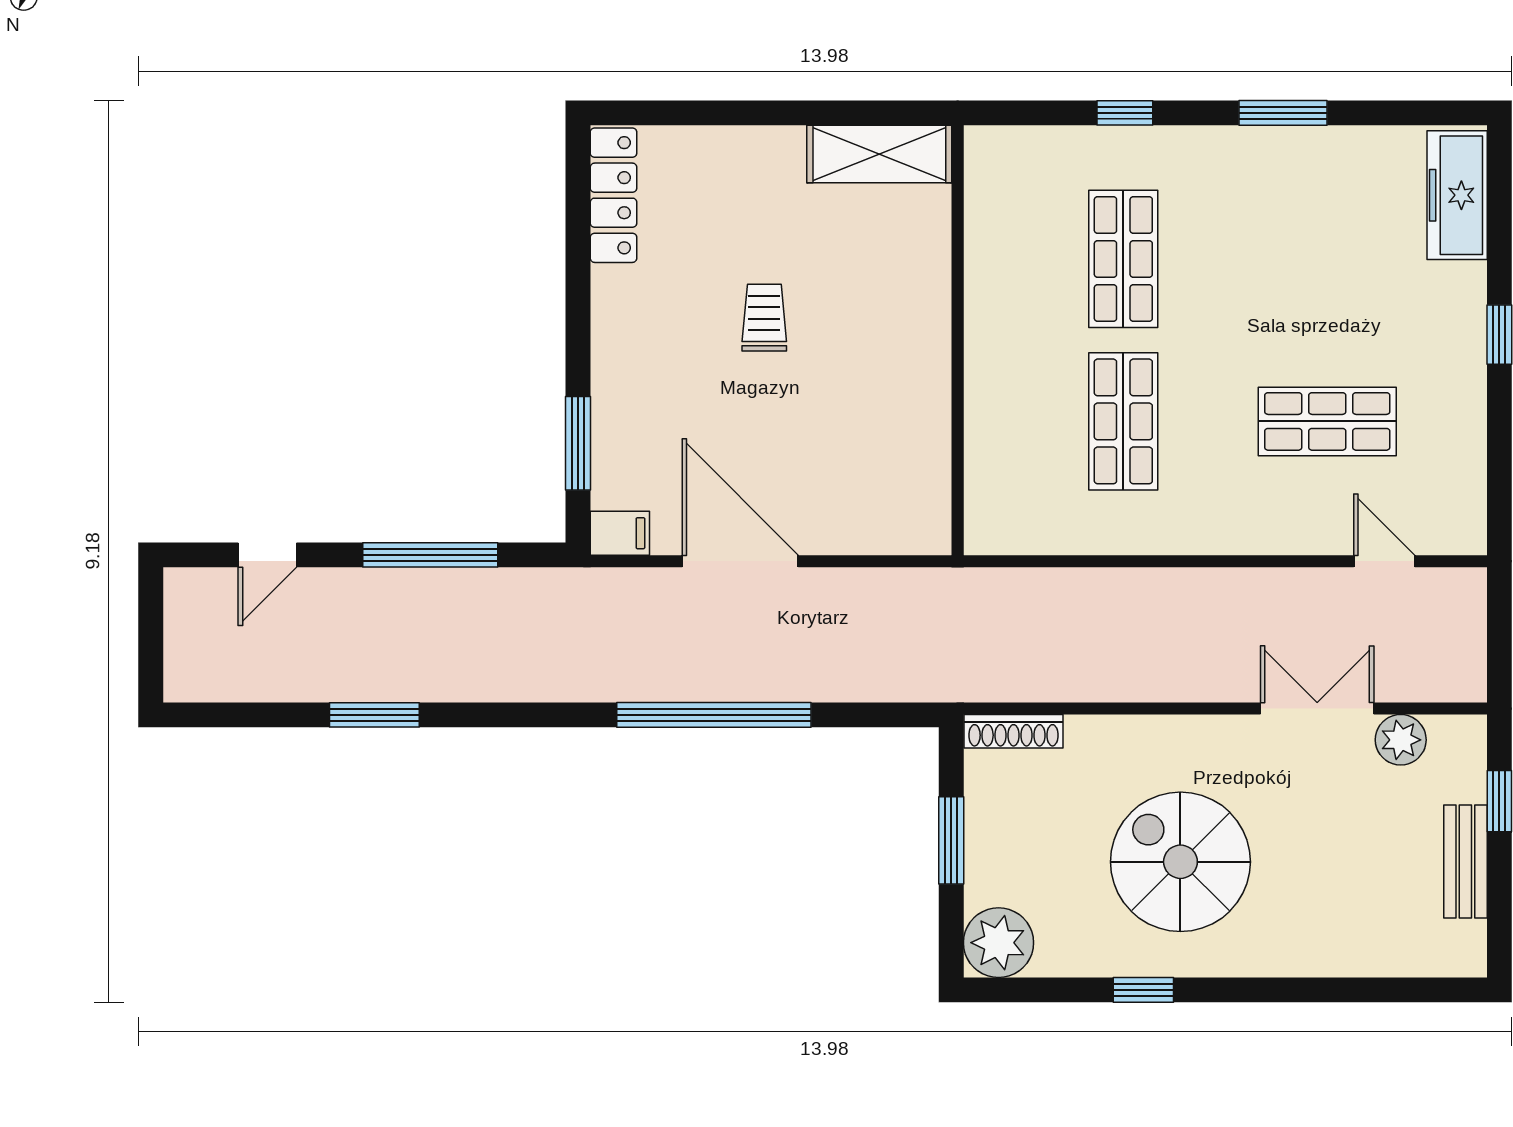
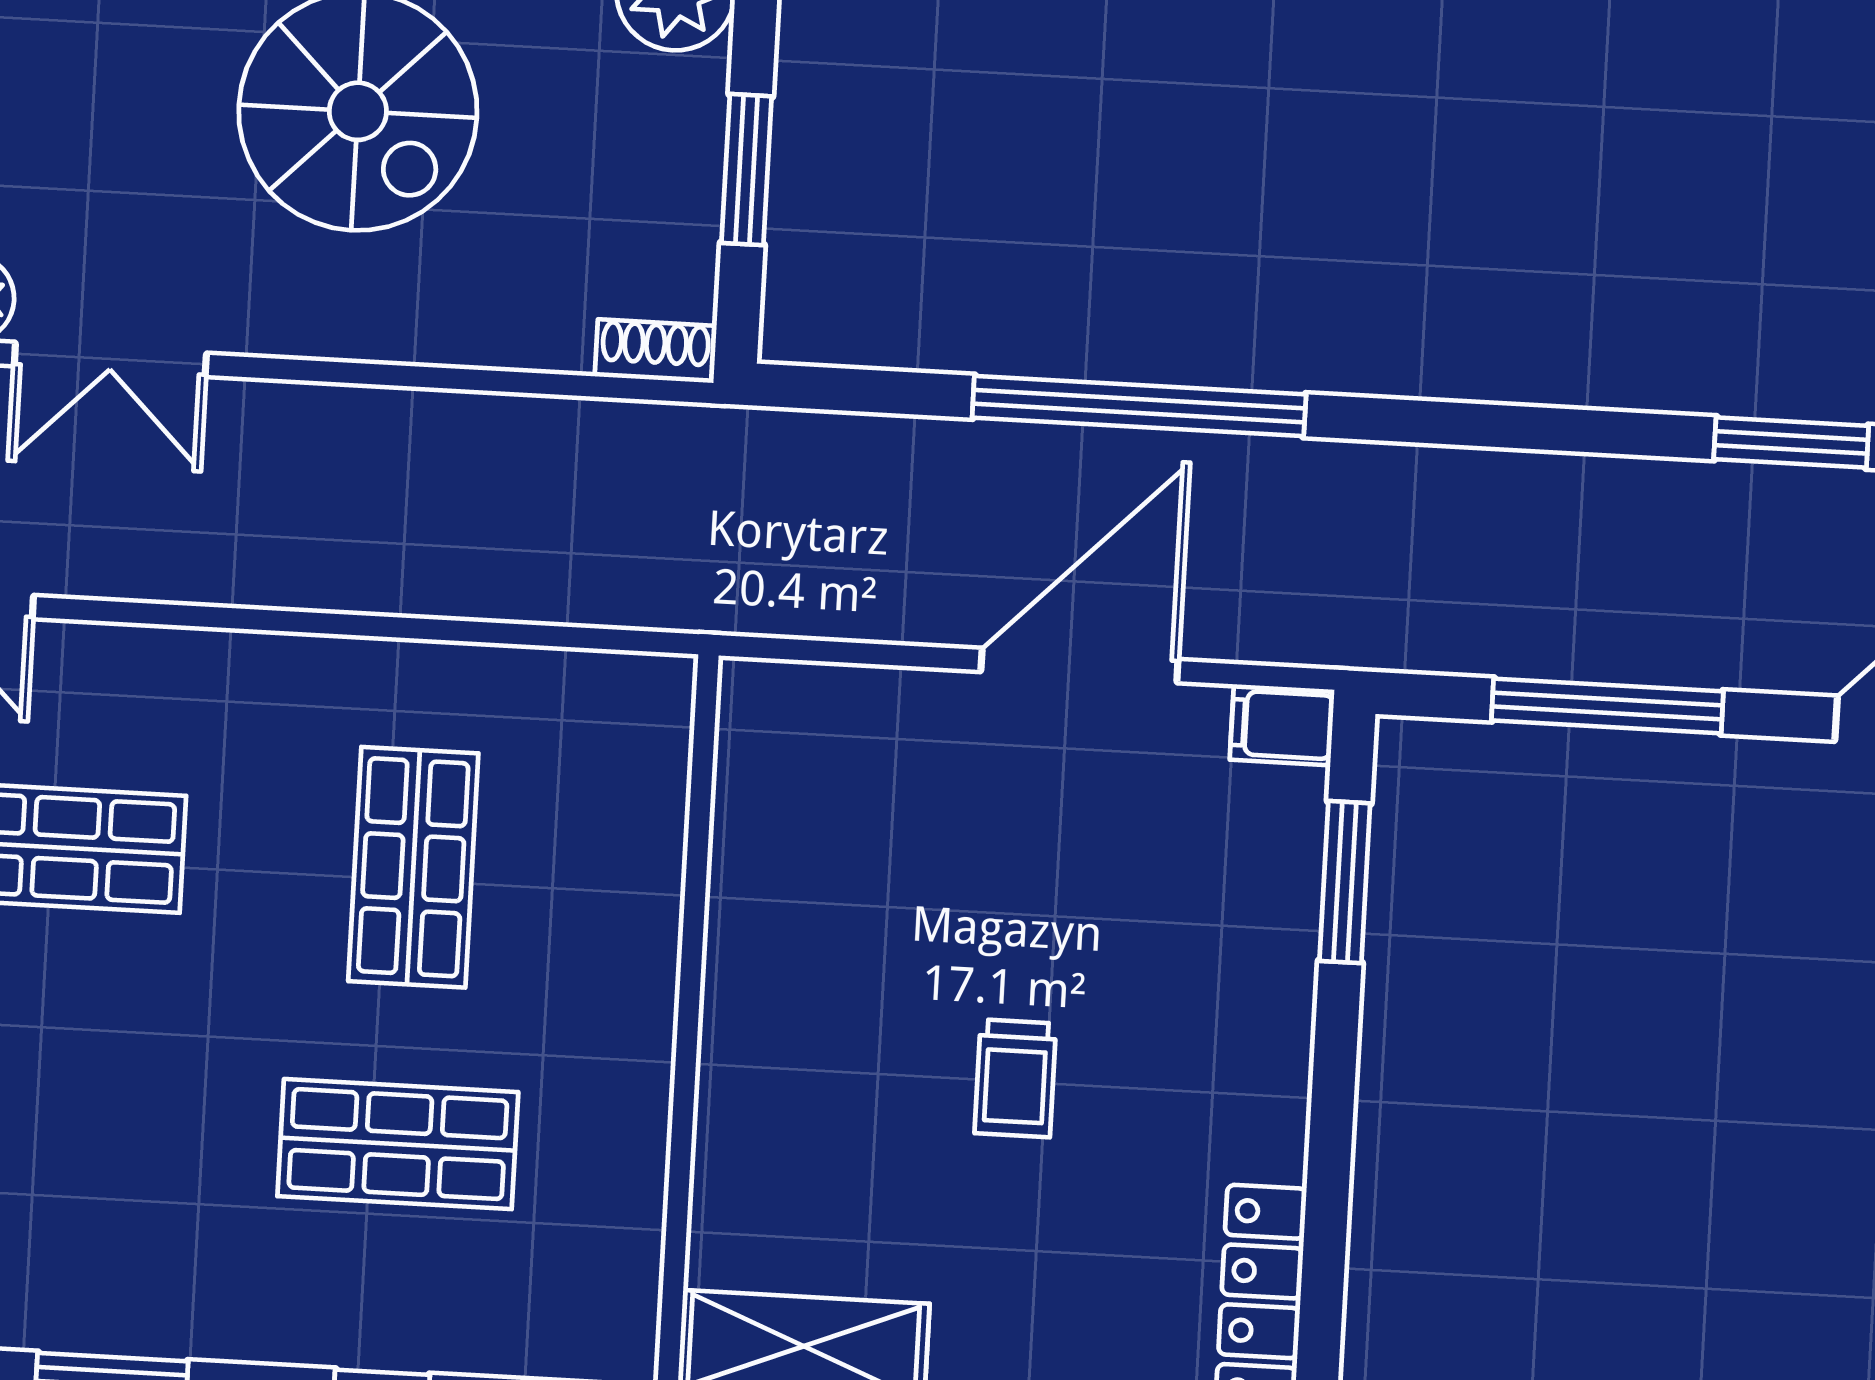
shop shelf: (1123, 259) -> (398, 1144), turned 90
door: (740, 561) -> (1079, 666), swing flipped
window: (374, 715) -> (1791, 442), moved
shoe rack: (1014, 731) -> (655, 351), width x0.70

